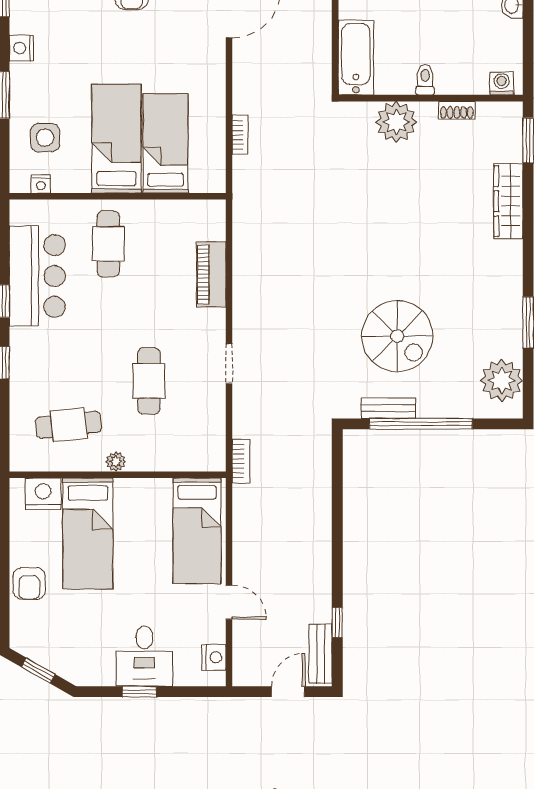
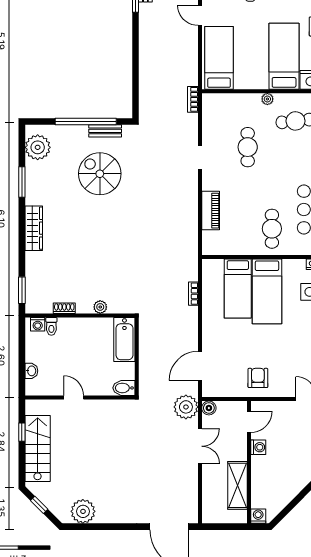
toilet: (425, 80) -> (51, 326), moved
plant: (397, 122) -> (100, 307), width x0.53, depth x0.53
wardrobe: (508, 201) -> (34, 228), moved

